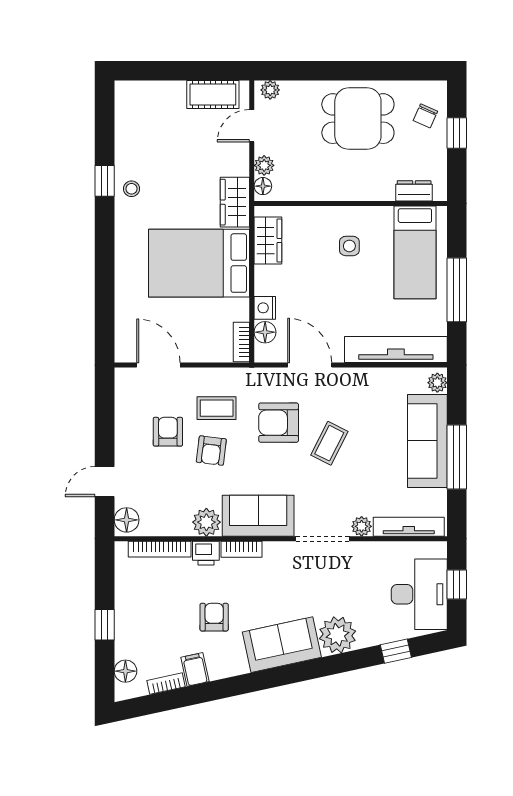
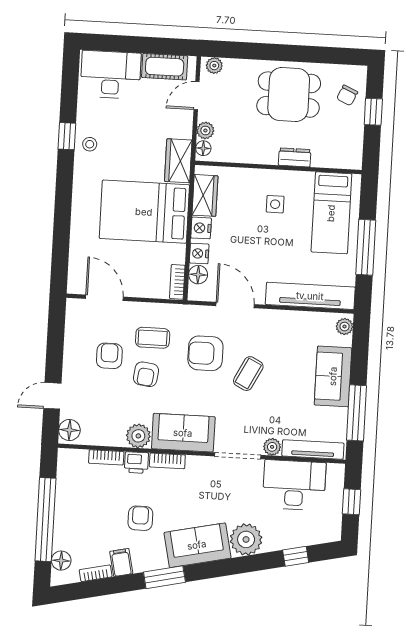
desk: (151, 107) -> (111, 75), added
dresser: (414, 191) -> (295, 157), moved
nightstand: (265, 278) -> (201, 228), added
sofa: (427, 441) -> (333, 376), width x0.73
window: (457, 457) -> (357, 413), moved
bookcase: (160, 549) -> (106, 457), width x0.64
desk: (419, 594) -> (294, 485), moved, turned -90
window: (105, 625) -> (45, 520), width x3.17
window: (246, 684) -> (164, 577), added

